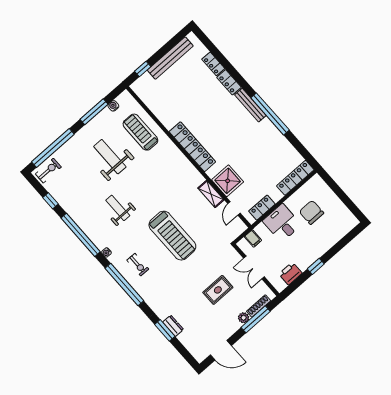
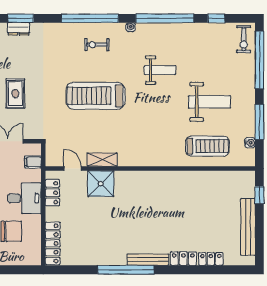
locker: (192, 147) -> (156, 179), removed

